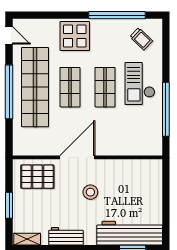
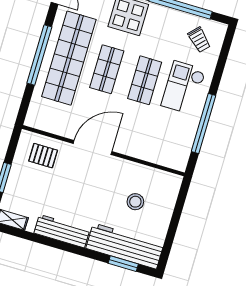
pallet: (37, 177) -> (43, 156), width x0.67, depth x0.71
stool: (90, 192) -> (135, 202), moved
workbench: (66, 236) -> (62, 231), width x1.38

